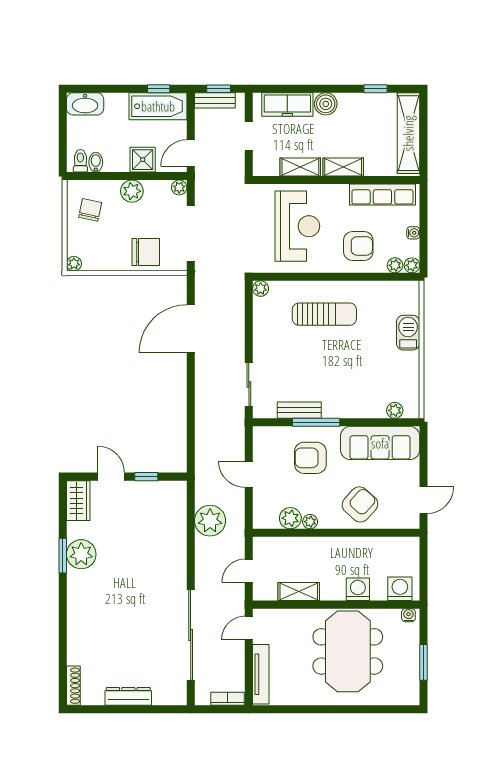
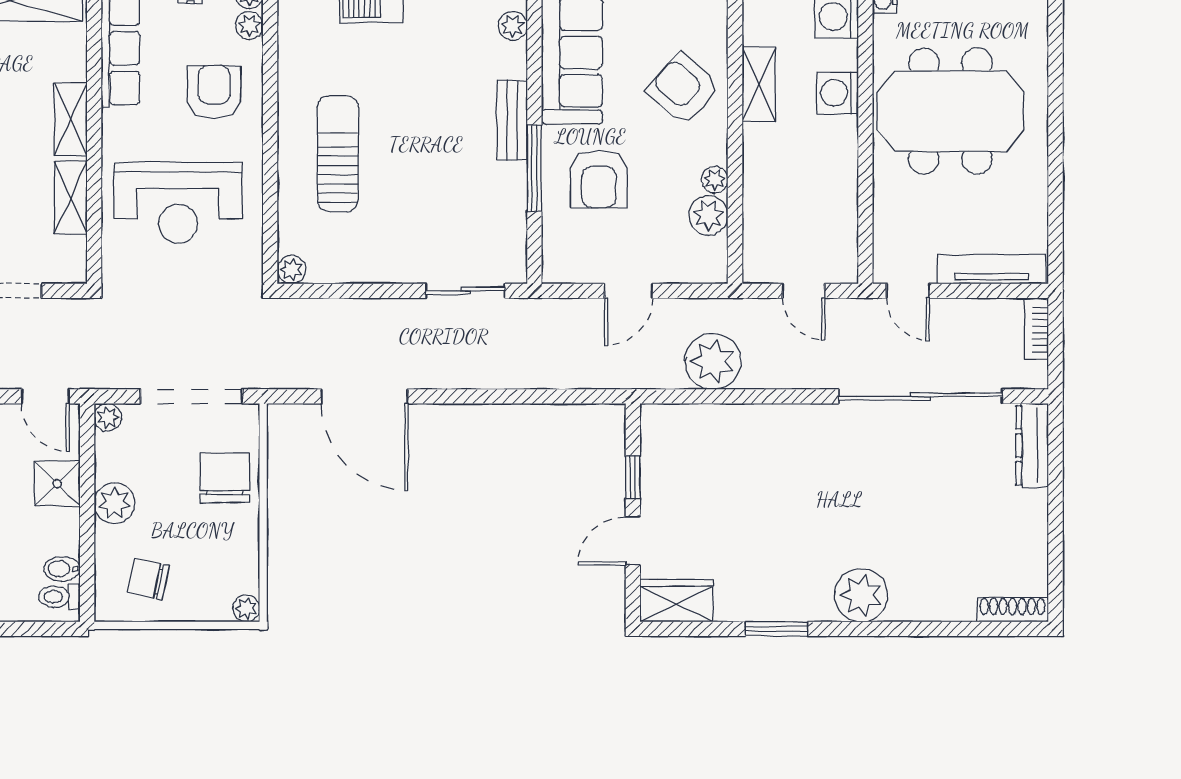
reception desk: (297, 226) -> (178, 203), turned 180
bench: (299, 410) -> (512, 120), moved
plant: (81, 554) -> (861, 595), moved
shelving: (299, 592) -> (759, 84), moved
dresser: (128, 696) -> (1032, 445), moved

